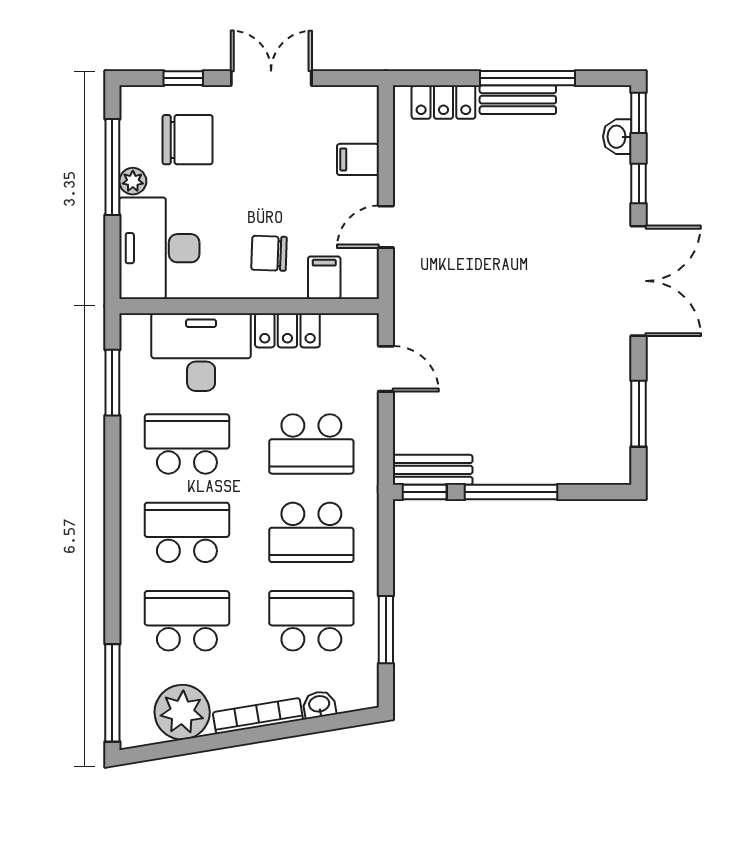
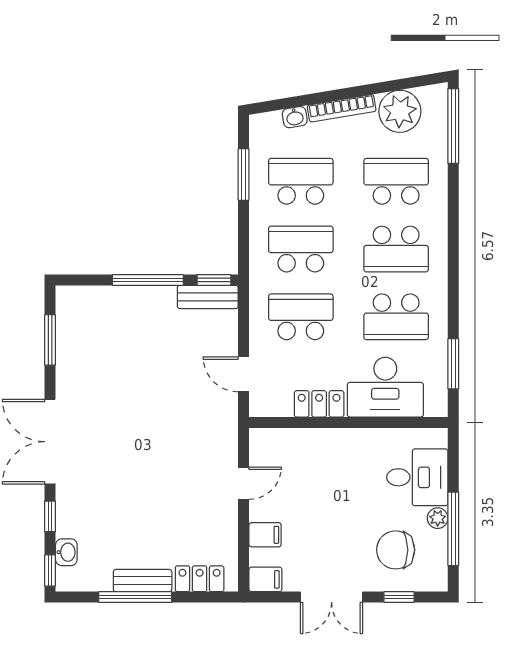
desk: (159, 248) -> (417, 477), width x0.73
chair: (269, 253) -> (333, 463), removed
filing cabinet: (324, 278) -> (265, 579), moved, turned -90
school desk: (187, 621) -> (396, 181), turned 180
school desk: (311, 621) -> (301, 181), turned 180

